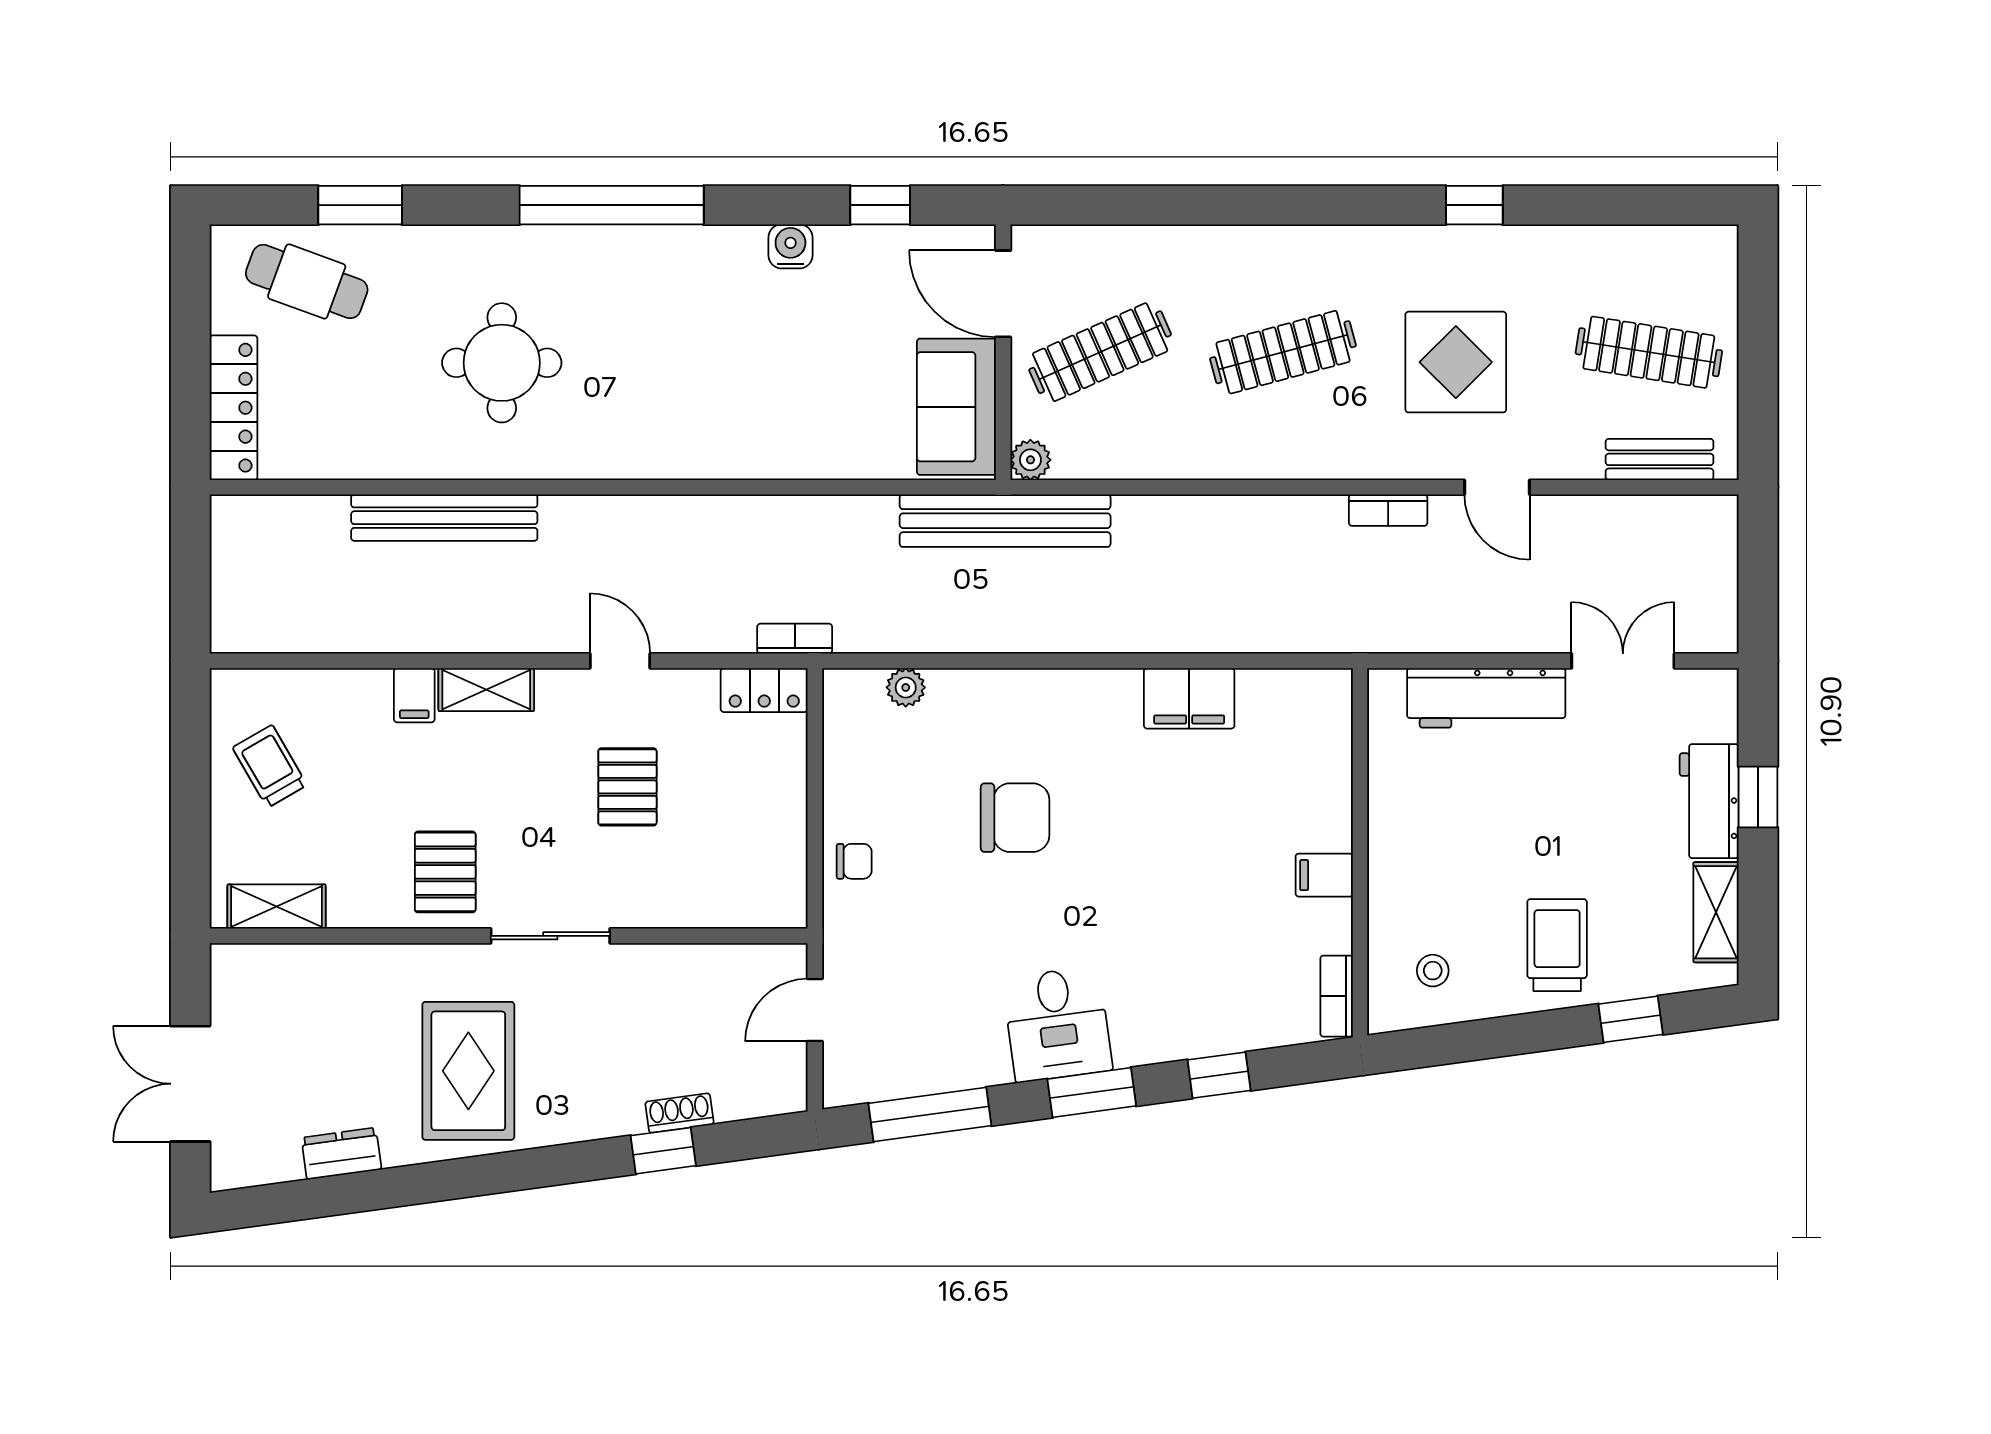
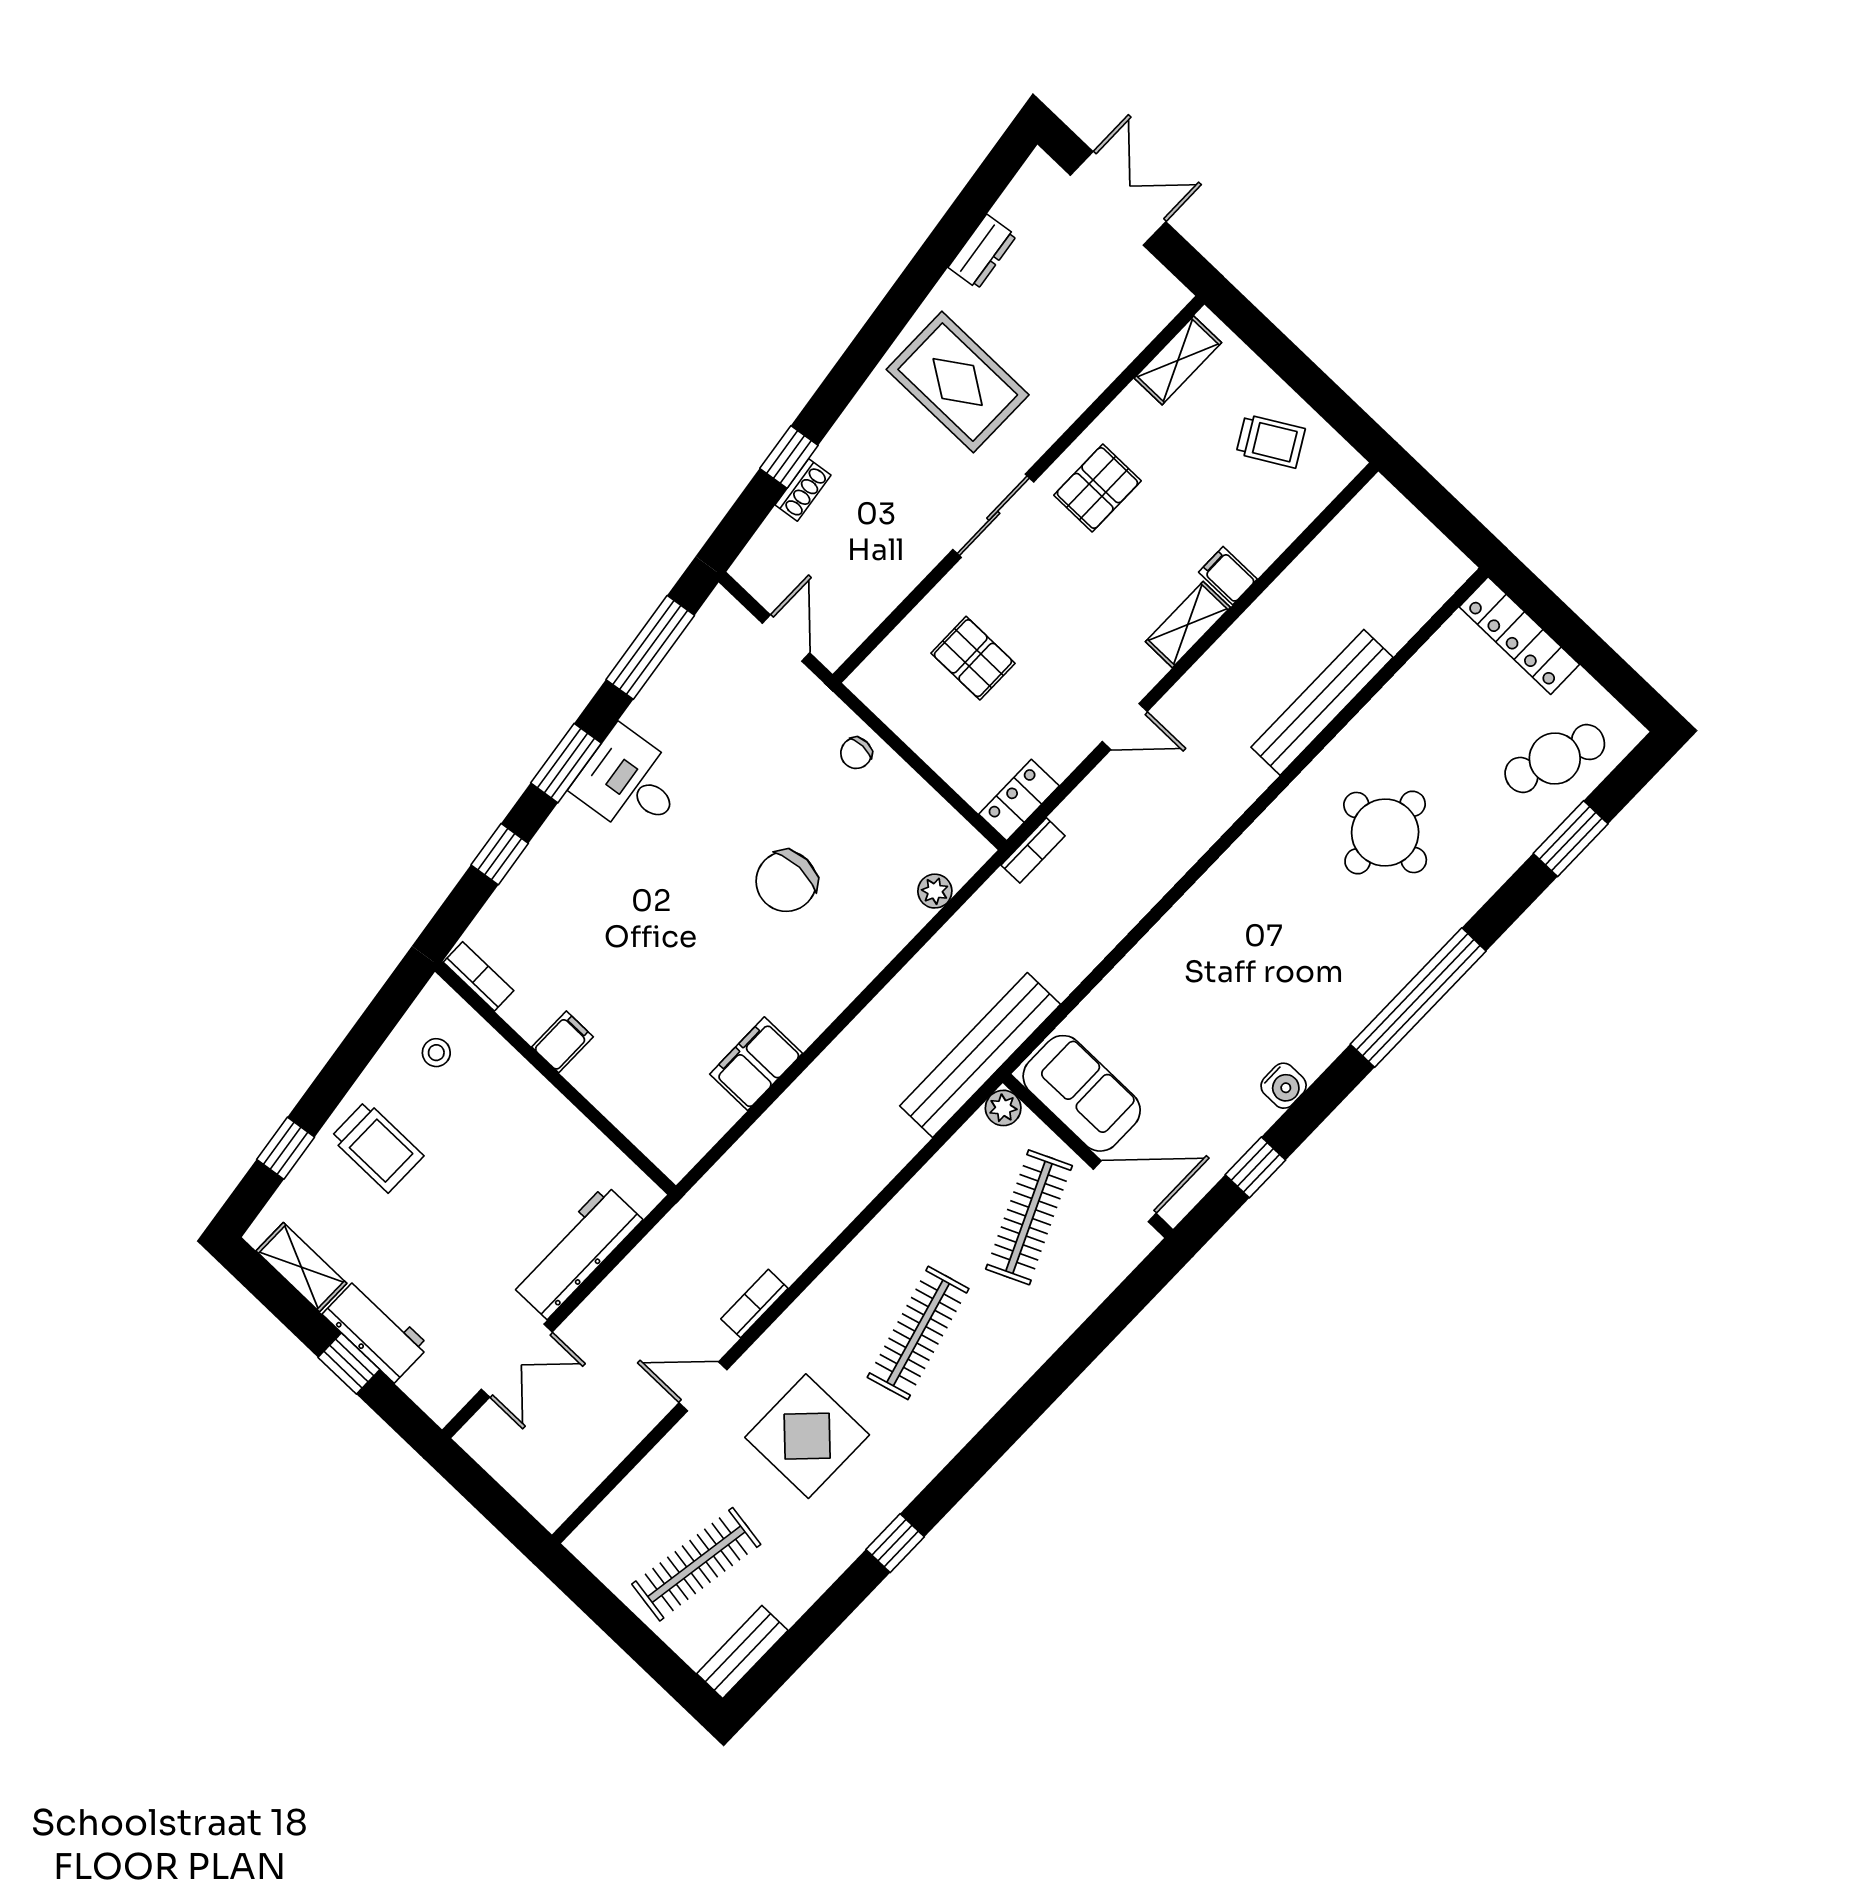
bench: (1660, 459) -> (742, 1652), moved
pallet: (627, 787) -> (973, 658), moved
pallet: (445, 872) -> (1097, 488), turned 90

